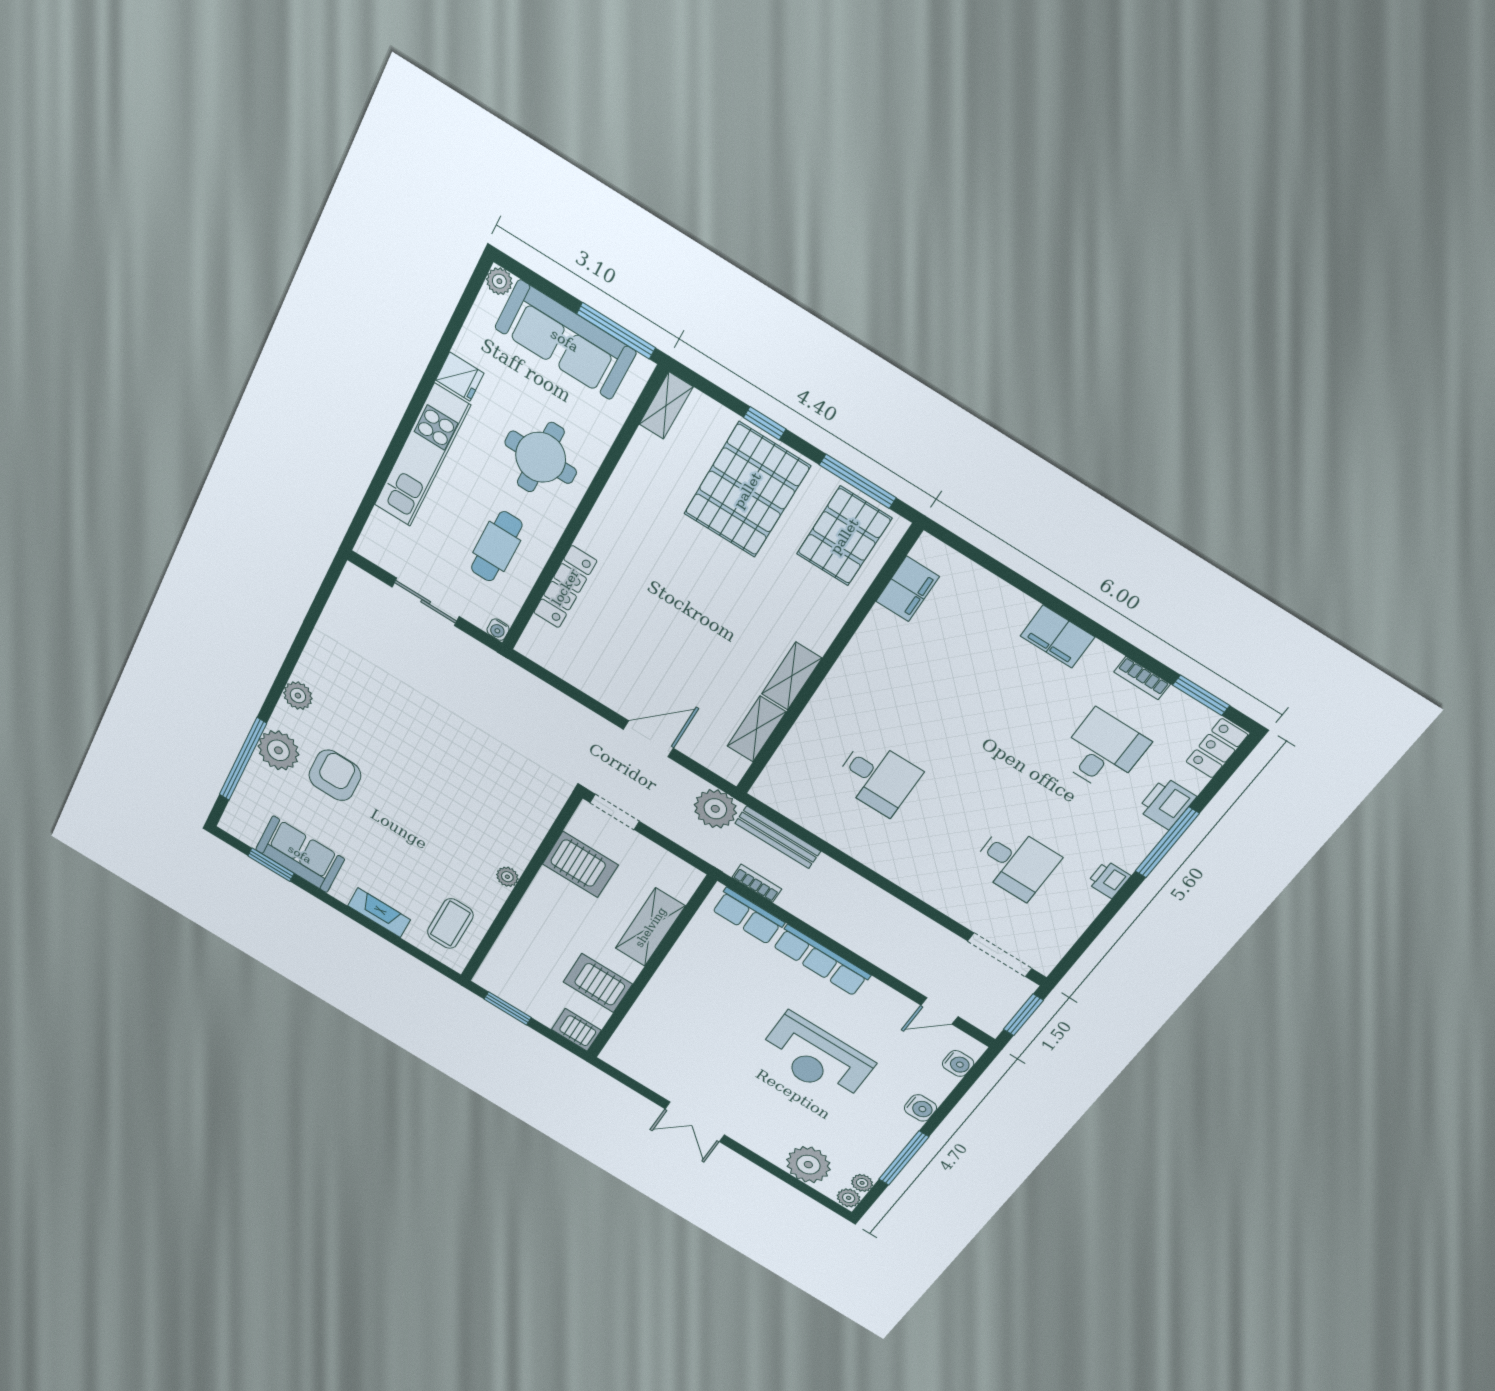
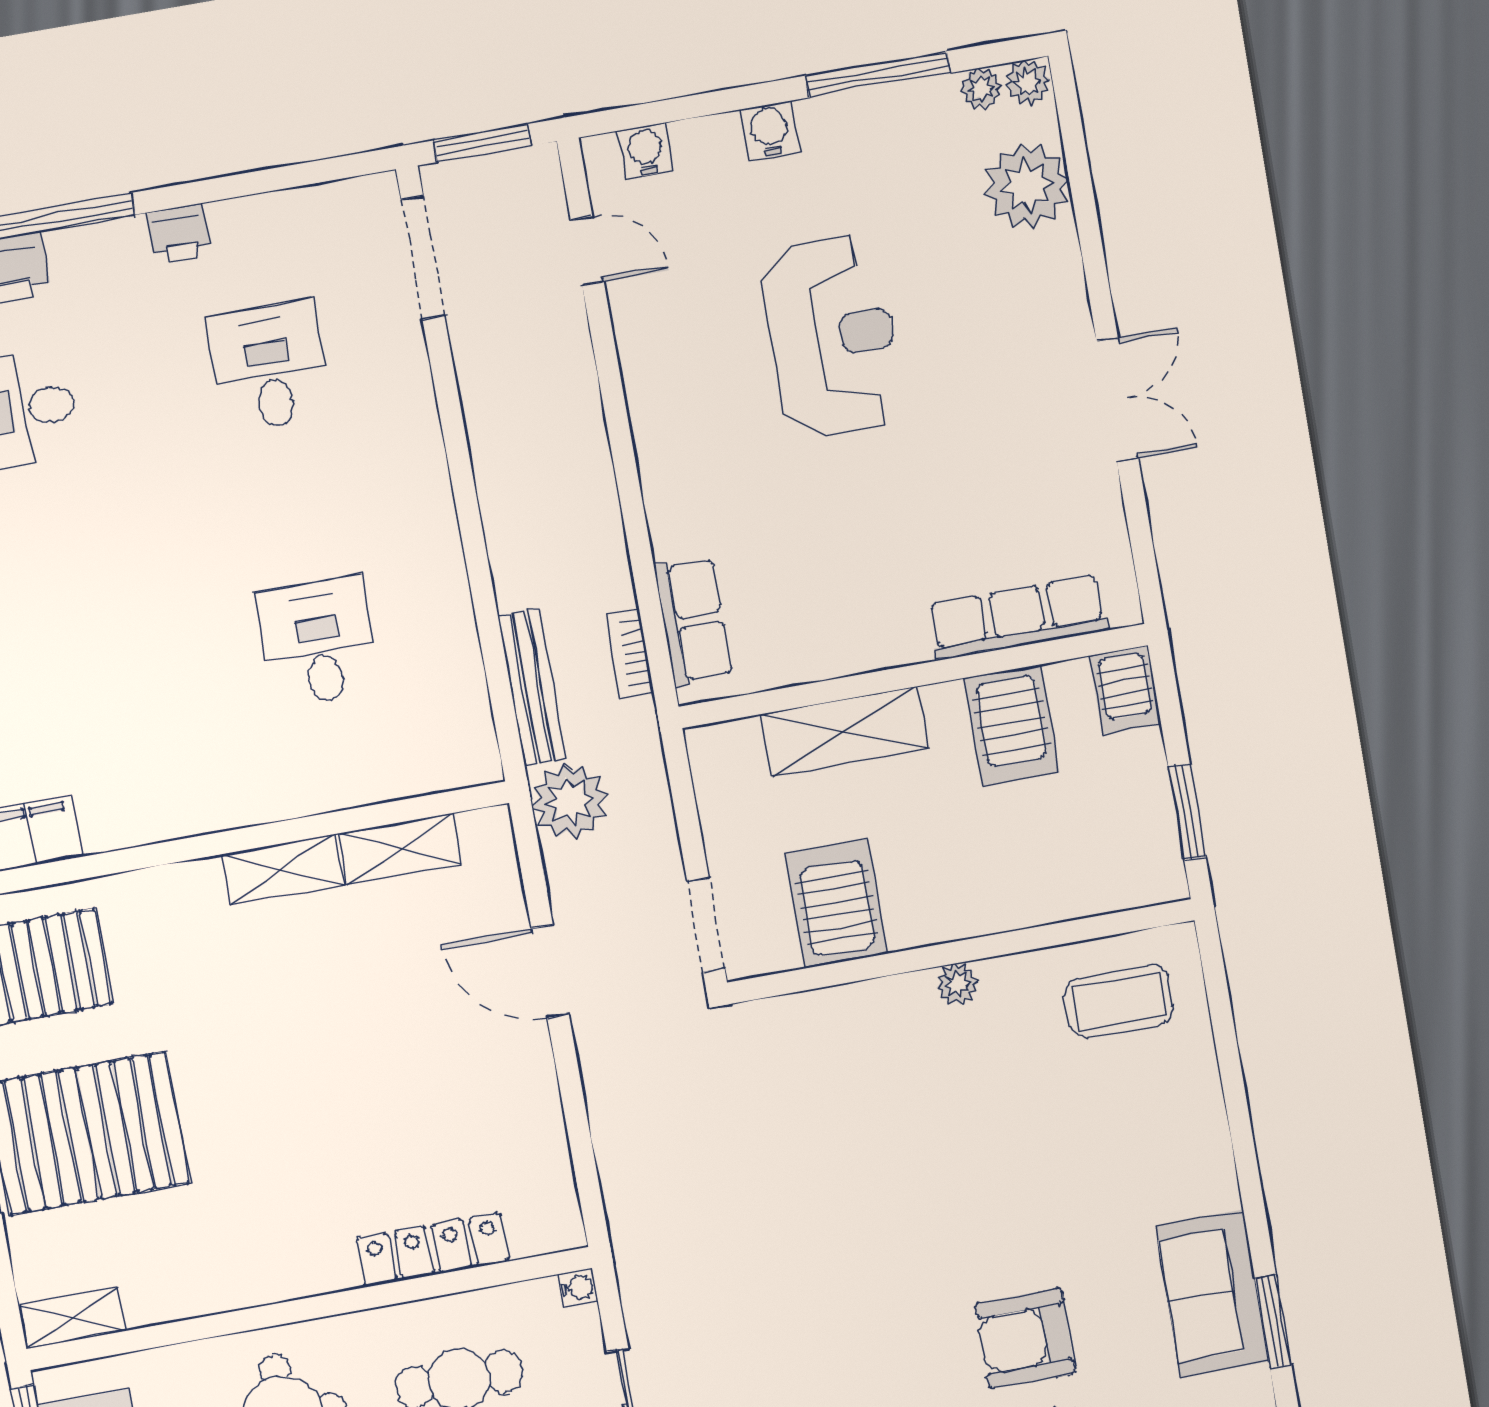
fireplace: (379, 913) -> (1202, 1113), removed
row of seats: (821, 961) -> (1018, 617), moved, turned -90

